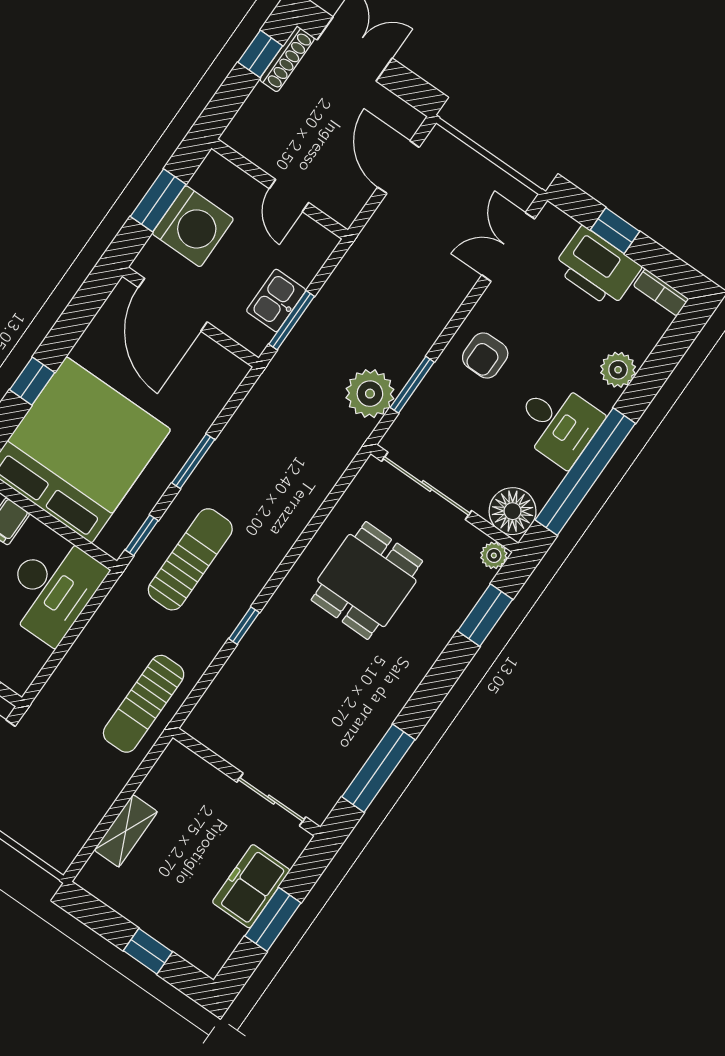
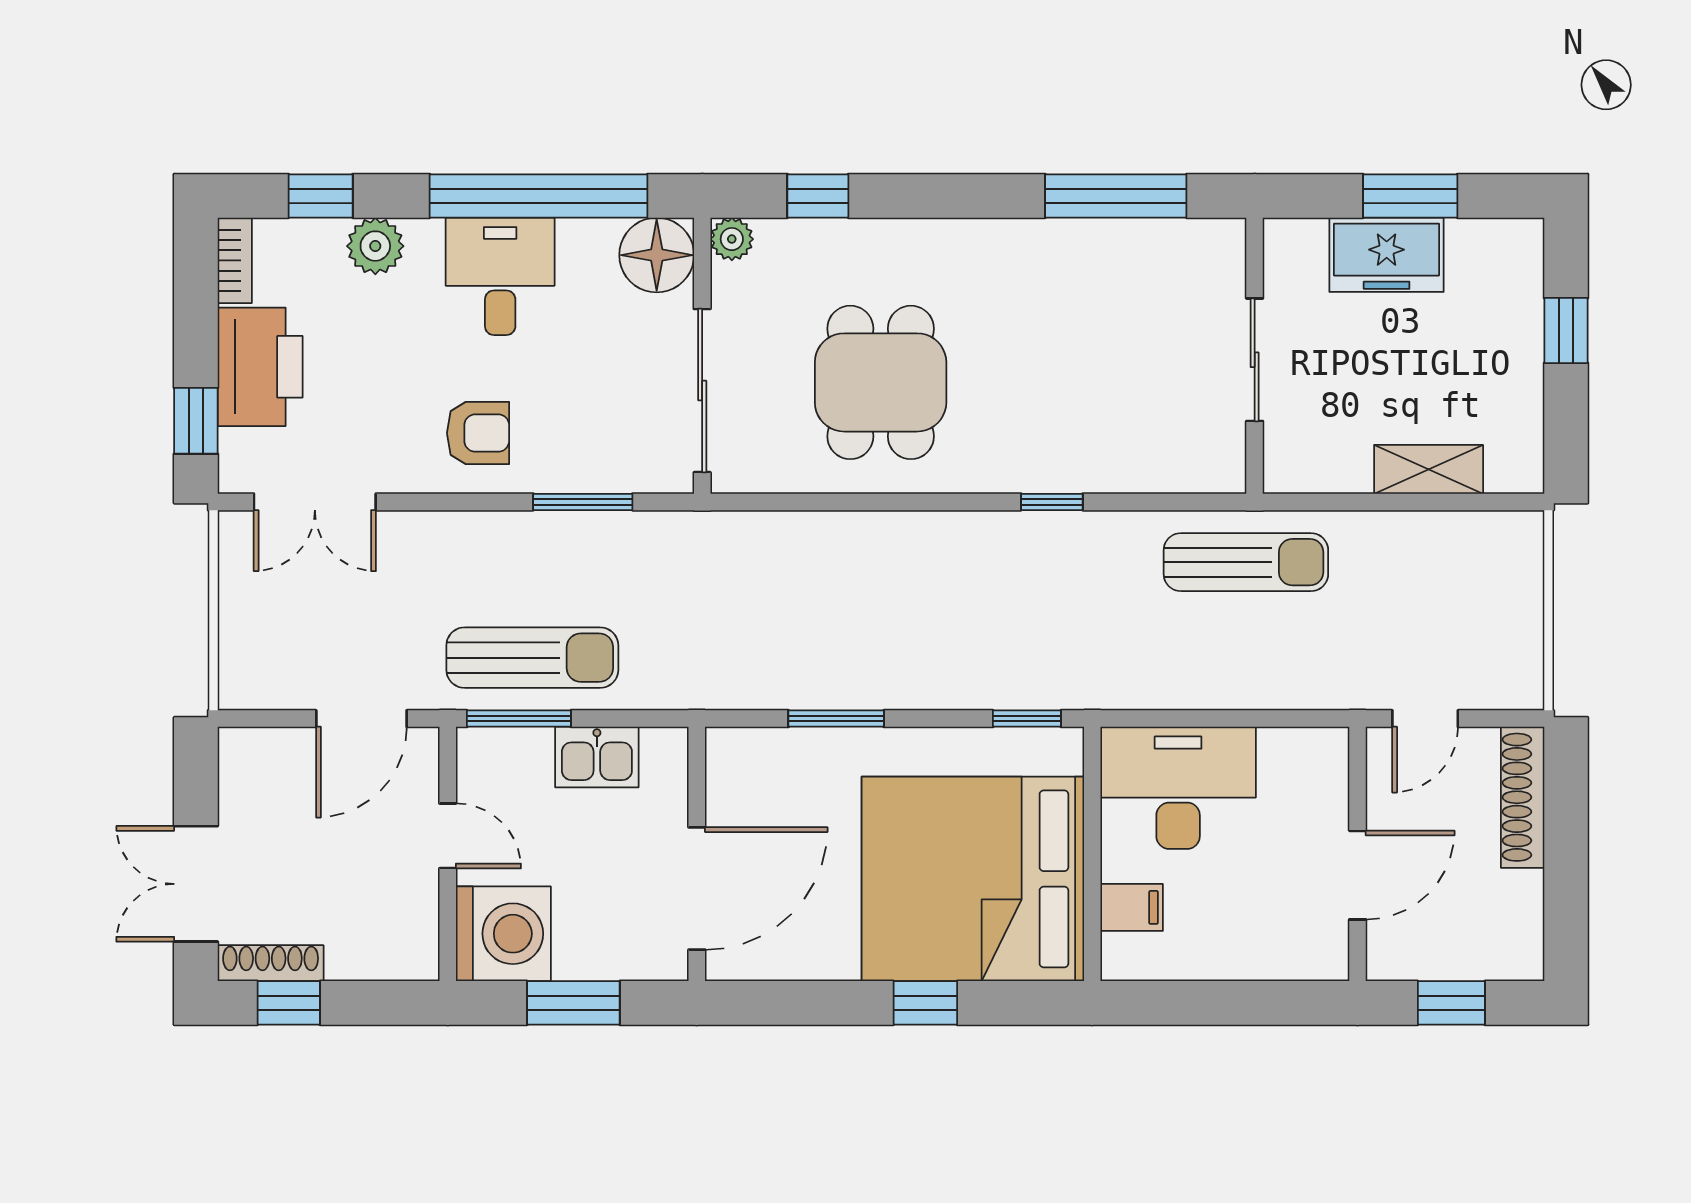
door: (398, 167) -> (361, 719), moved
door: (289, 196) -> (448, 836), hinge flipped
washing machine: (193, 226) -> (503, 934), moved, turned 90
window: (615, 231) -> (196, 421), moved
window: (292, 320) -> (519, 719), moved
window: (663, 360) -> (321, 196), added
plant: (370, 394) -> (633, 549), removed
window: (193, 461) -> (836, 719), moved
sun lounger: (190, 559) -> (532, 658), moved, turned 180
dining table: (367, 580) -> (881, 382), turned 90
window: (485, 615) -> (818, 196), width x0.67
sliding door: (271, 800) -> (1255, 360), moved

